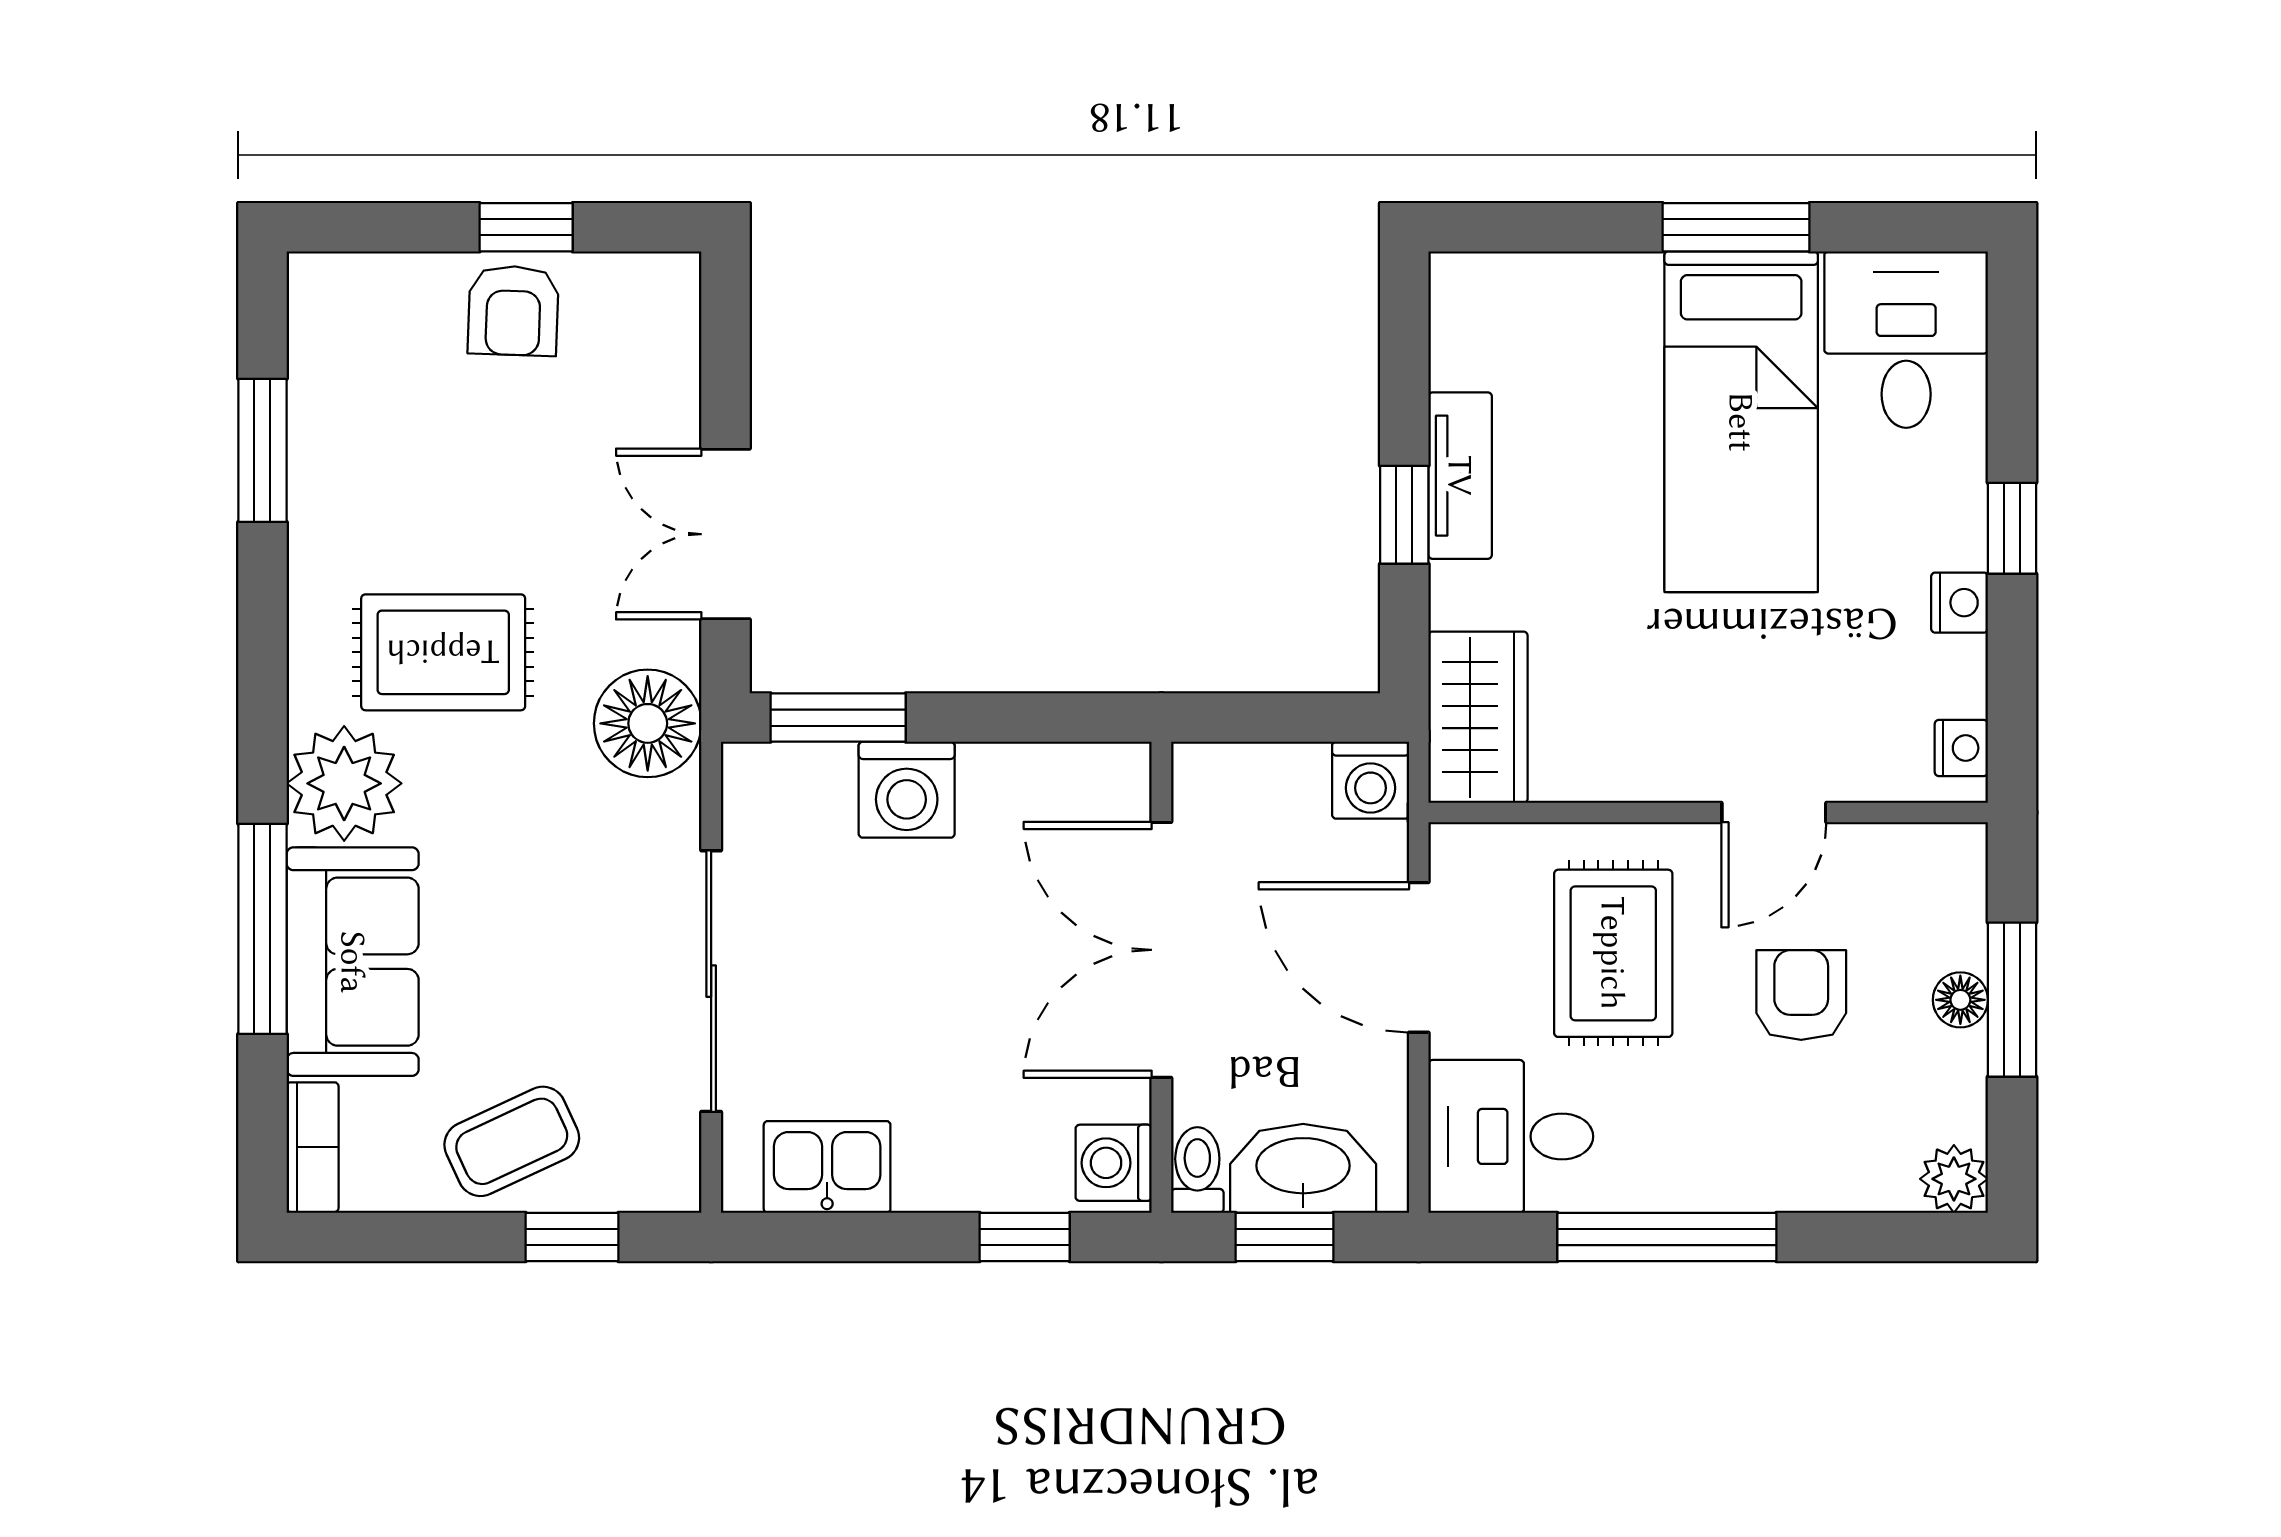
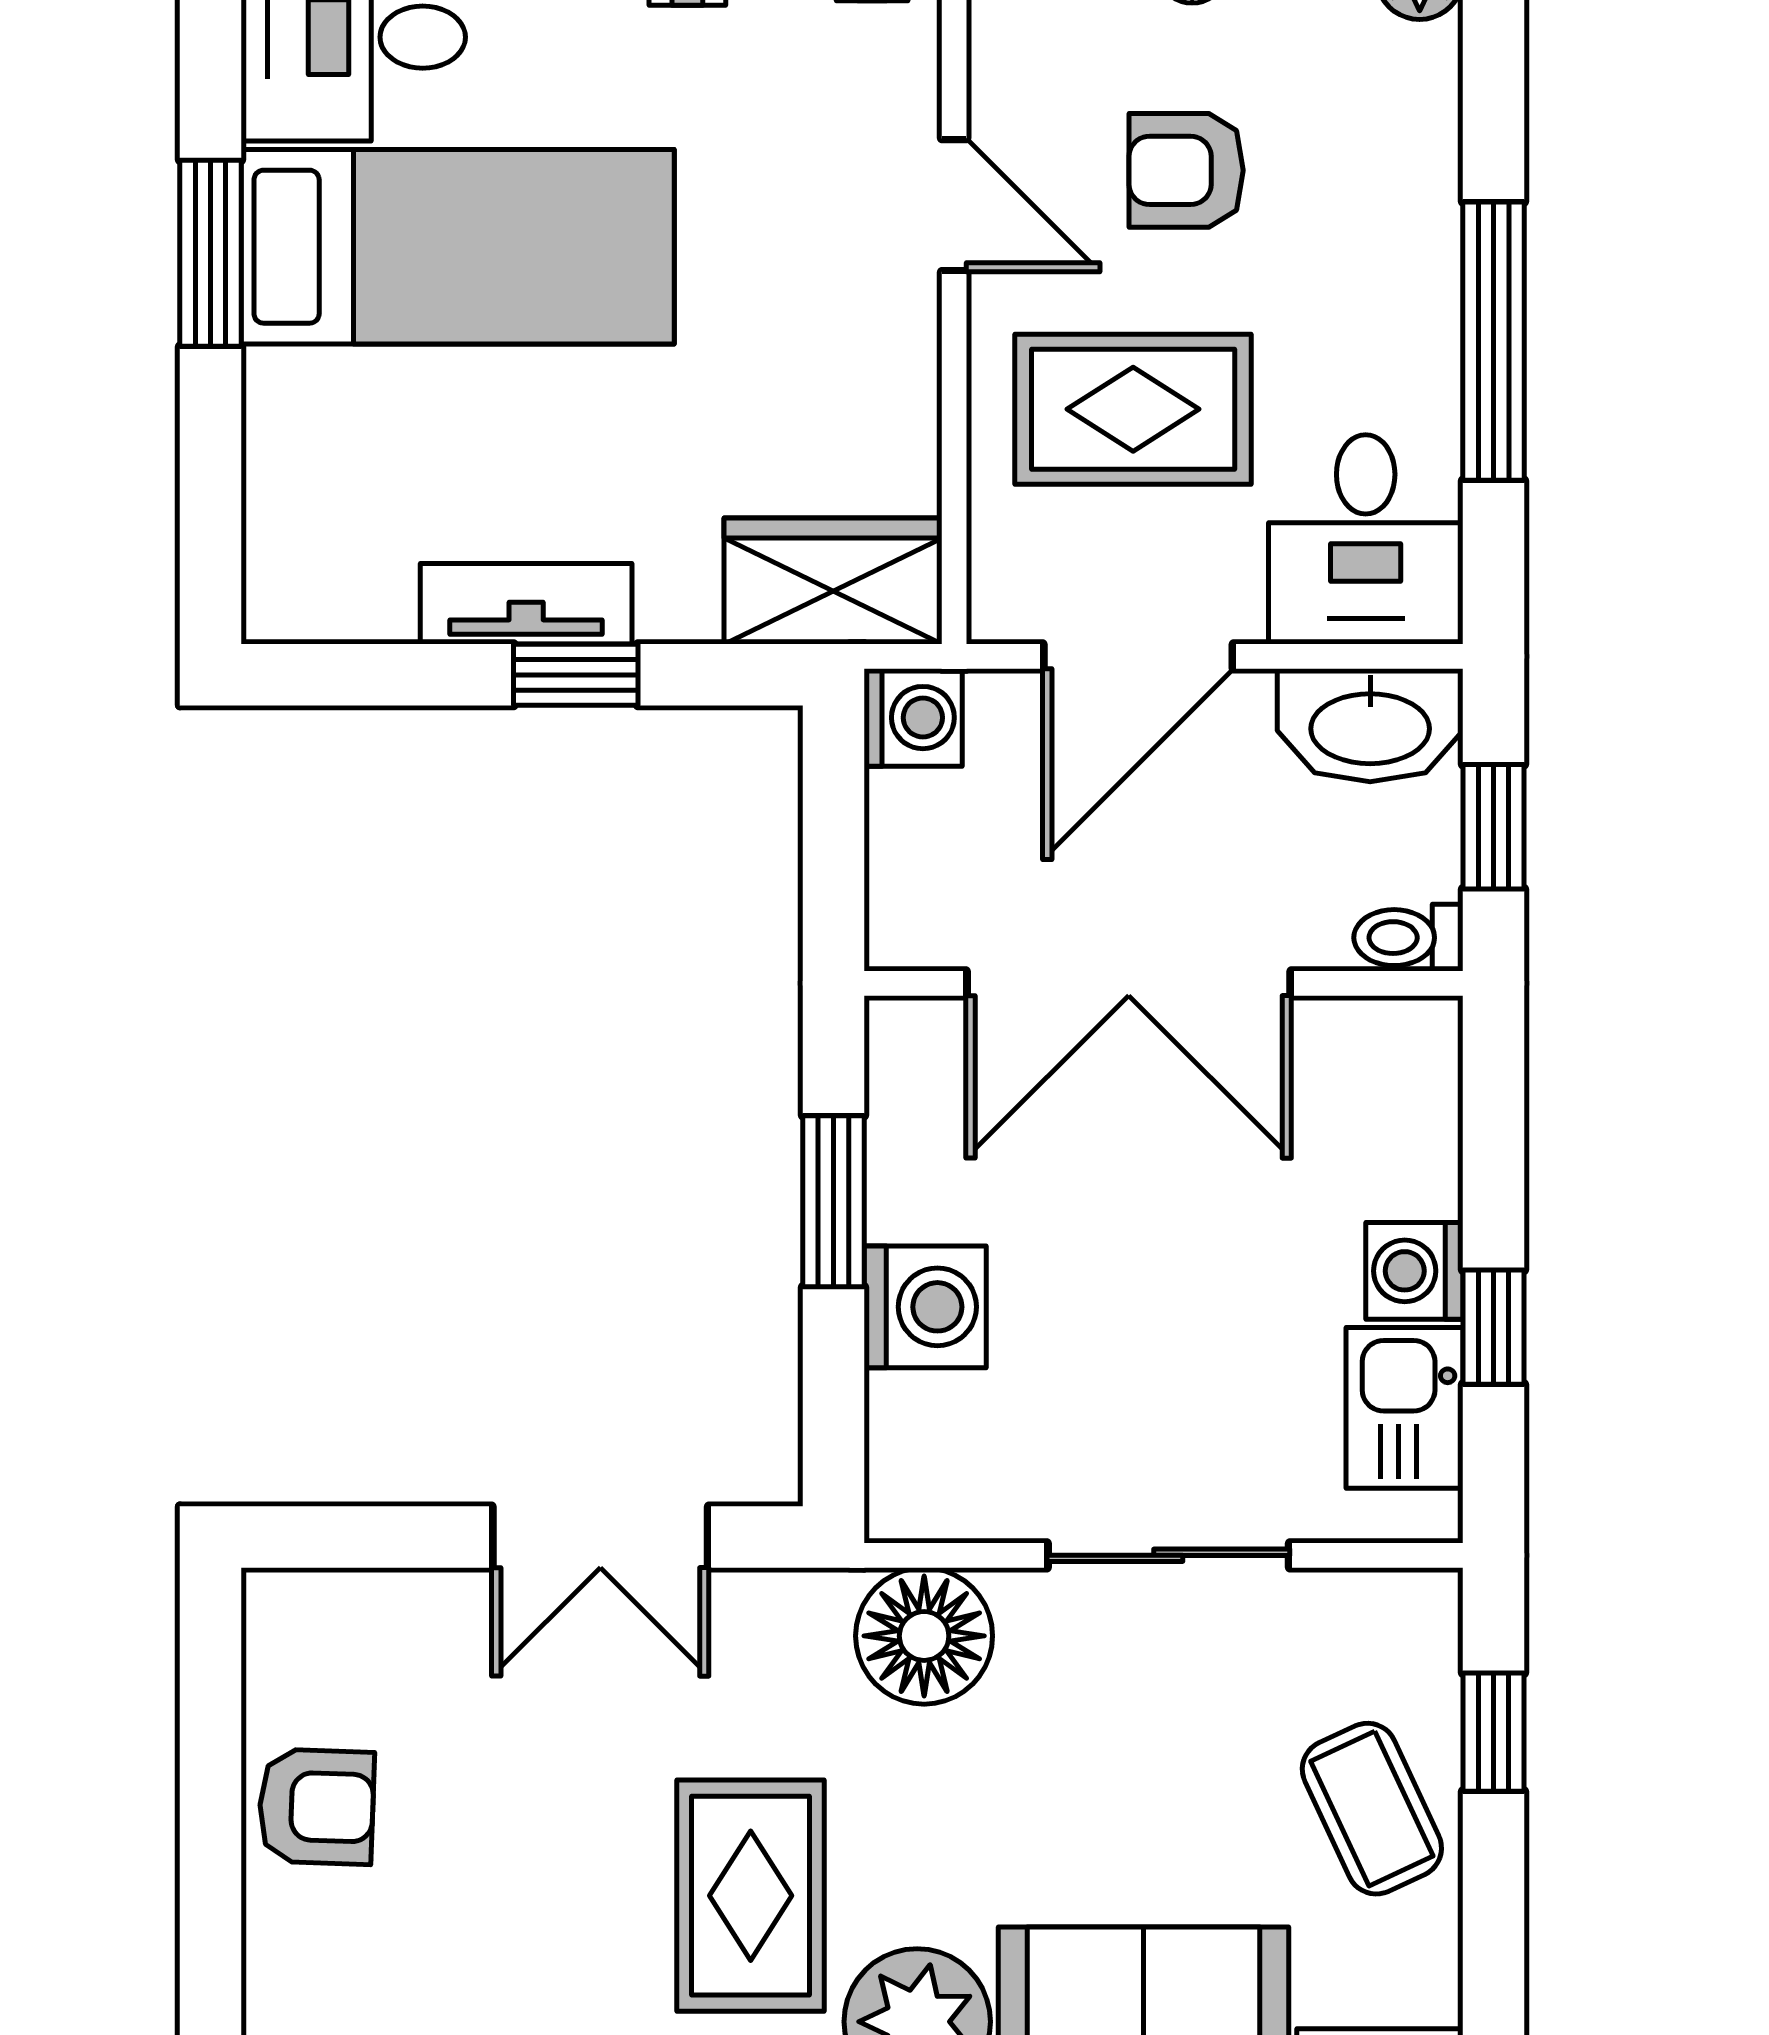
window: (526, 227) -> (210, 1790), removed
window: (838, 718) -> (834, 1201), moved
floor lamp: (648, 723) -> (924, 1636), moved
sliding door: (711, 981) -> (1168, 1555), width x0.73
washing machine: (1114, 1163) -> (1414, 1271), moved, turned 90
washbasin: (1303, 1168) -> (1370, 725), moved, turned -90
window: (1025, 1237) -> (1493, 1327), moved

